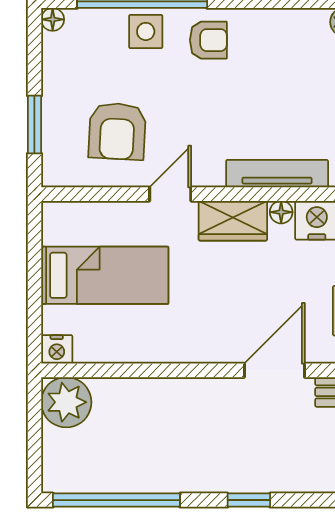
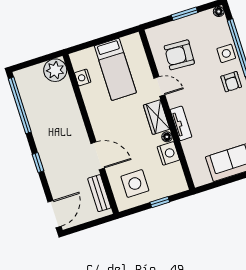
window: (34, 125) -> (185, 14), moved
tv unit: (277, 174) -> (181, 123), width x0.71
nightstand: (57, 349) -> (83, 78), moved

